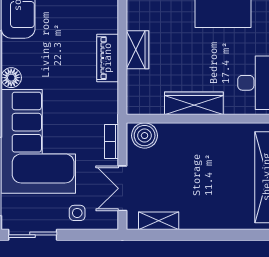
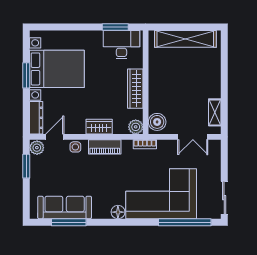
plant: (137, 104) -> (136, 127), added
bookcase: (112, 142) -> (145, 144), moved
side table: (77, 213) -> (75, 147), moved

